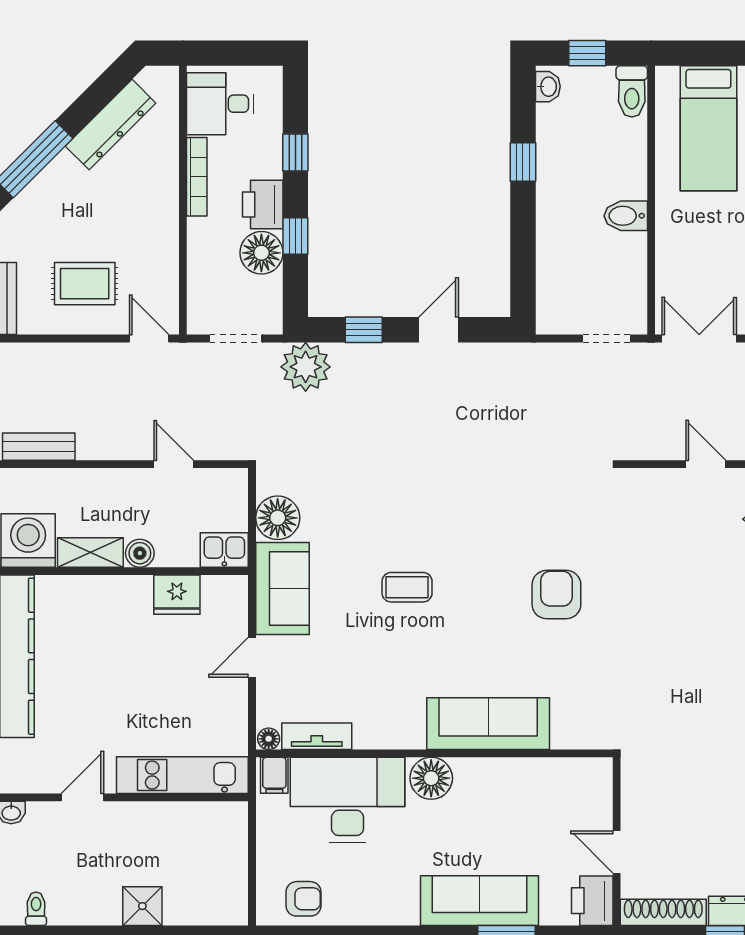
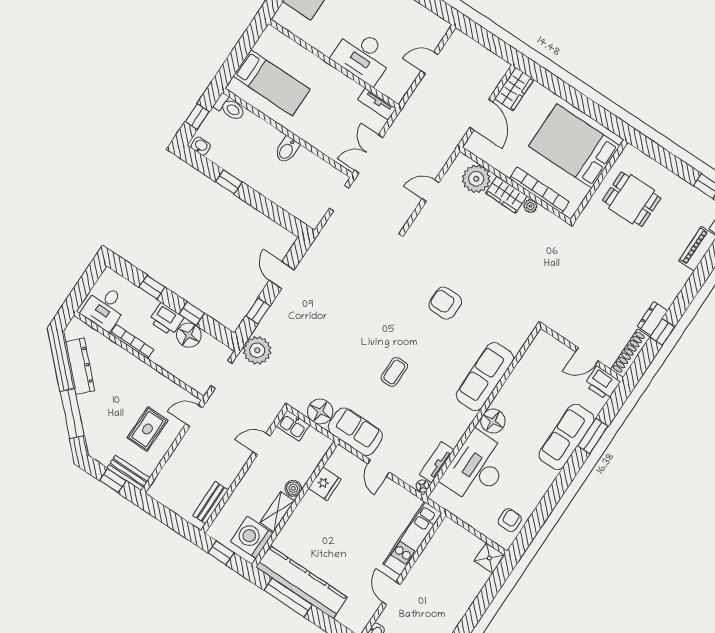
kitchen sink: (224, 550) -> (293, 426), moved, turned -90
filing cabinet: (274, 775) -> (442, 495), removed
shower: (142, 906) -> (489, 558), moved

